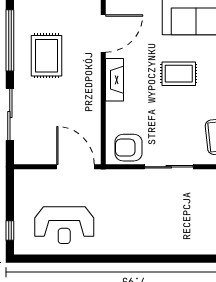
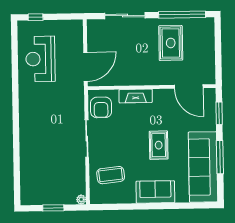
rug: (46, 56) -> (171, 43), turned 90
fireplace: (114, 80) -> (136, 96), moved
armchair: (128, 148) -> (101, 107), turned 180

